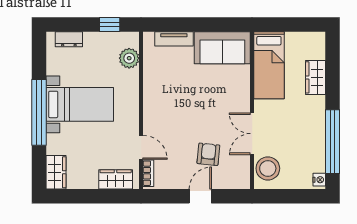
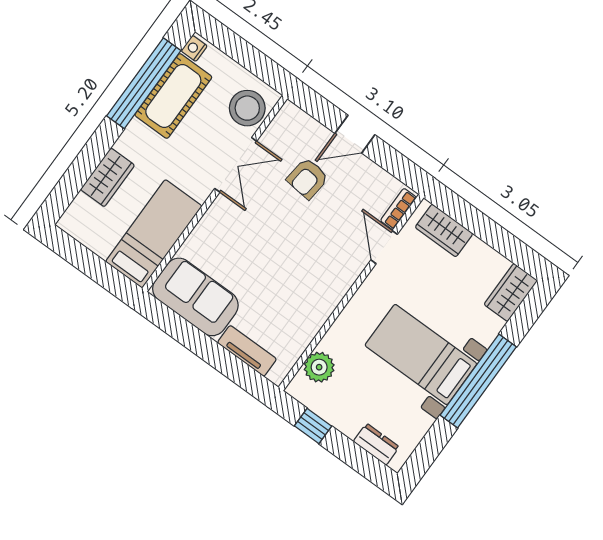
cot: (312, 146) -> (173, 96), added

